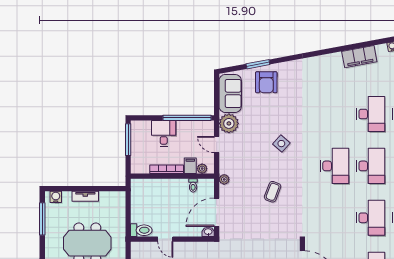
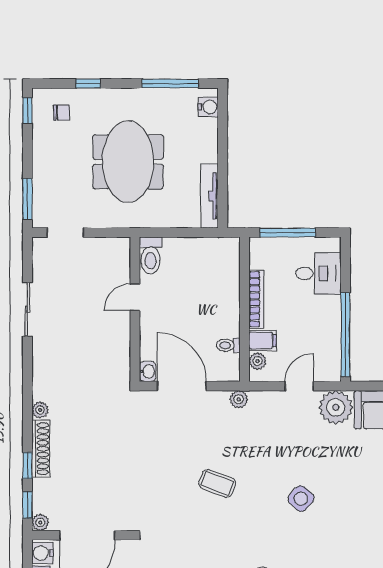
desk: (164, 133) -> (319, 273), moved
window: (128, 140) -> (288, 233), moved
tv unit: (85, 196) -> (209, 196), moved, width x1.41

